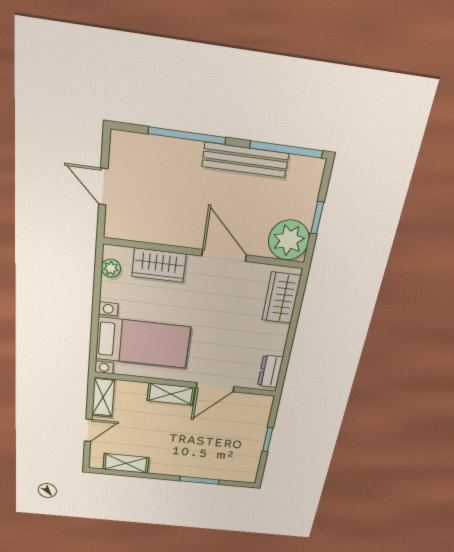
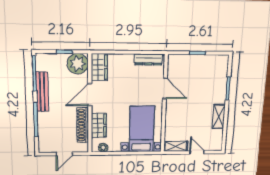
shoe rack: (163, 233) -> (83, 125), added
wardrobe: (281, 298) -> (99, 67), moved, turned -90
dresser: (270, 371) -> (148, 60), width x1.44
shelving: (171, 394) -> (171, 111), removed
shelving: (126, 463) -> (219, 117), moved

